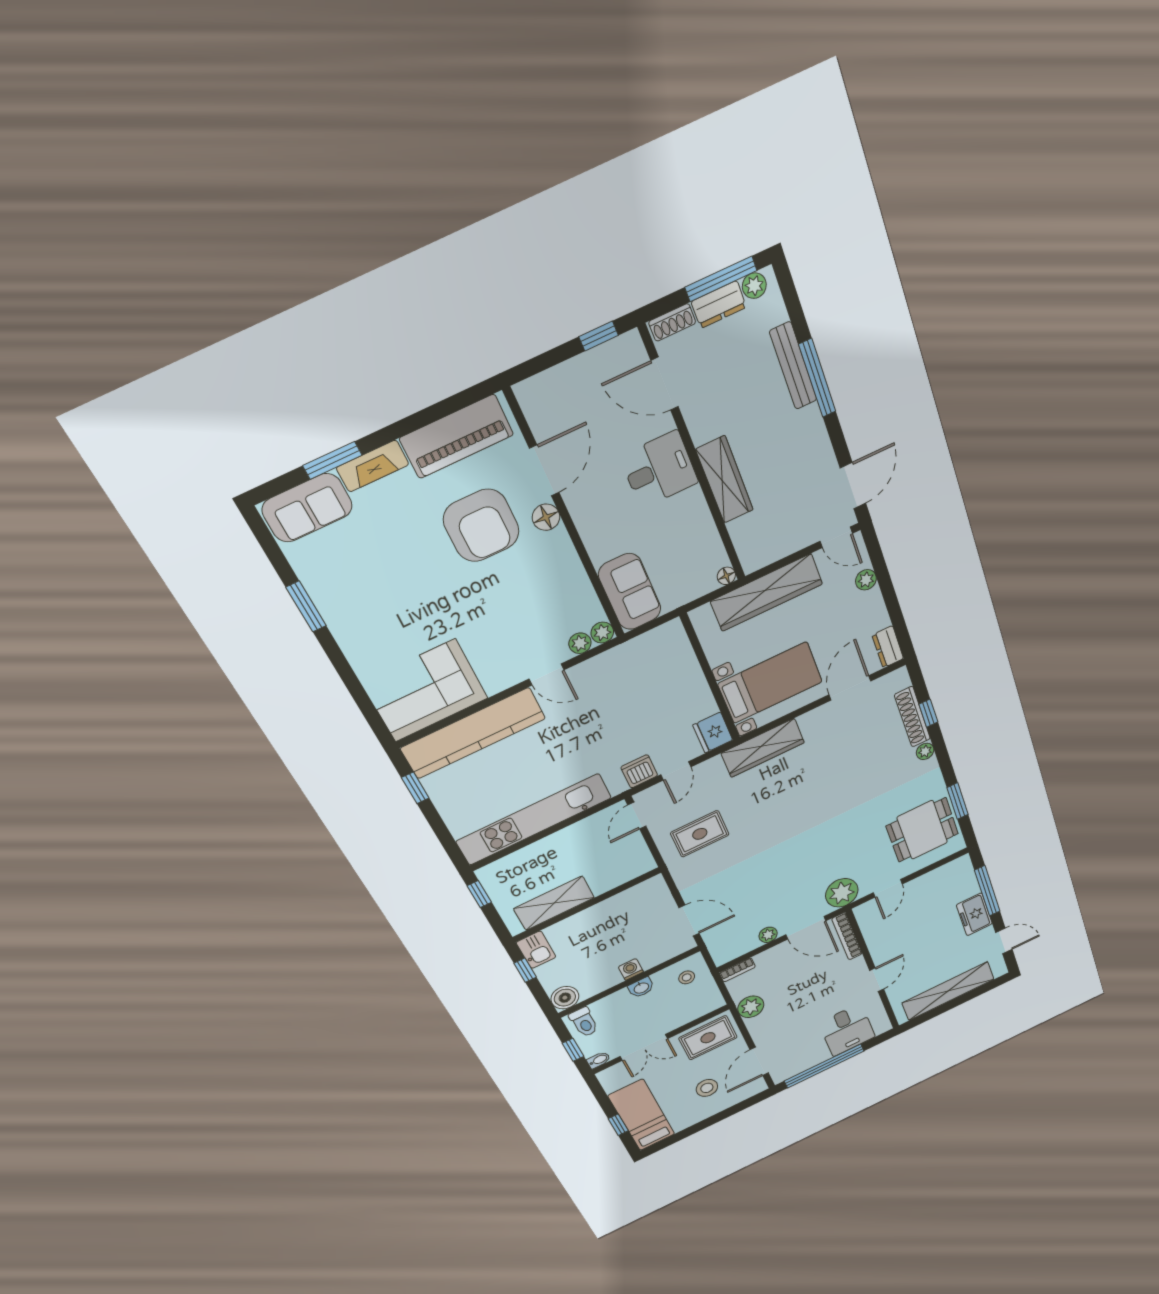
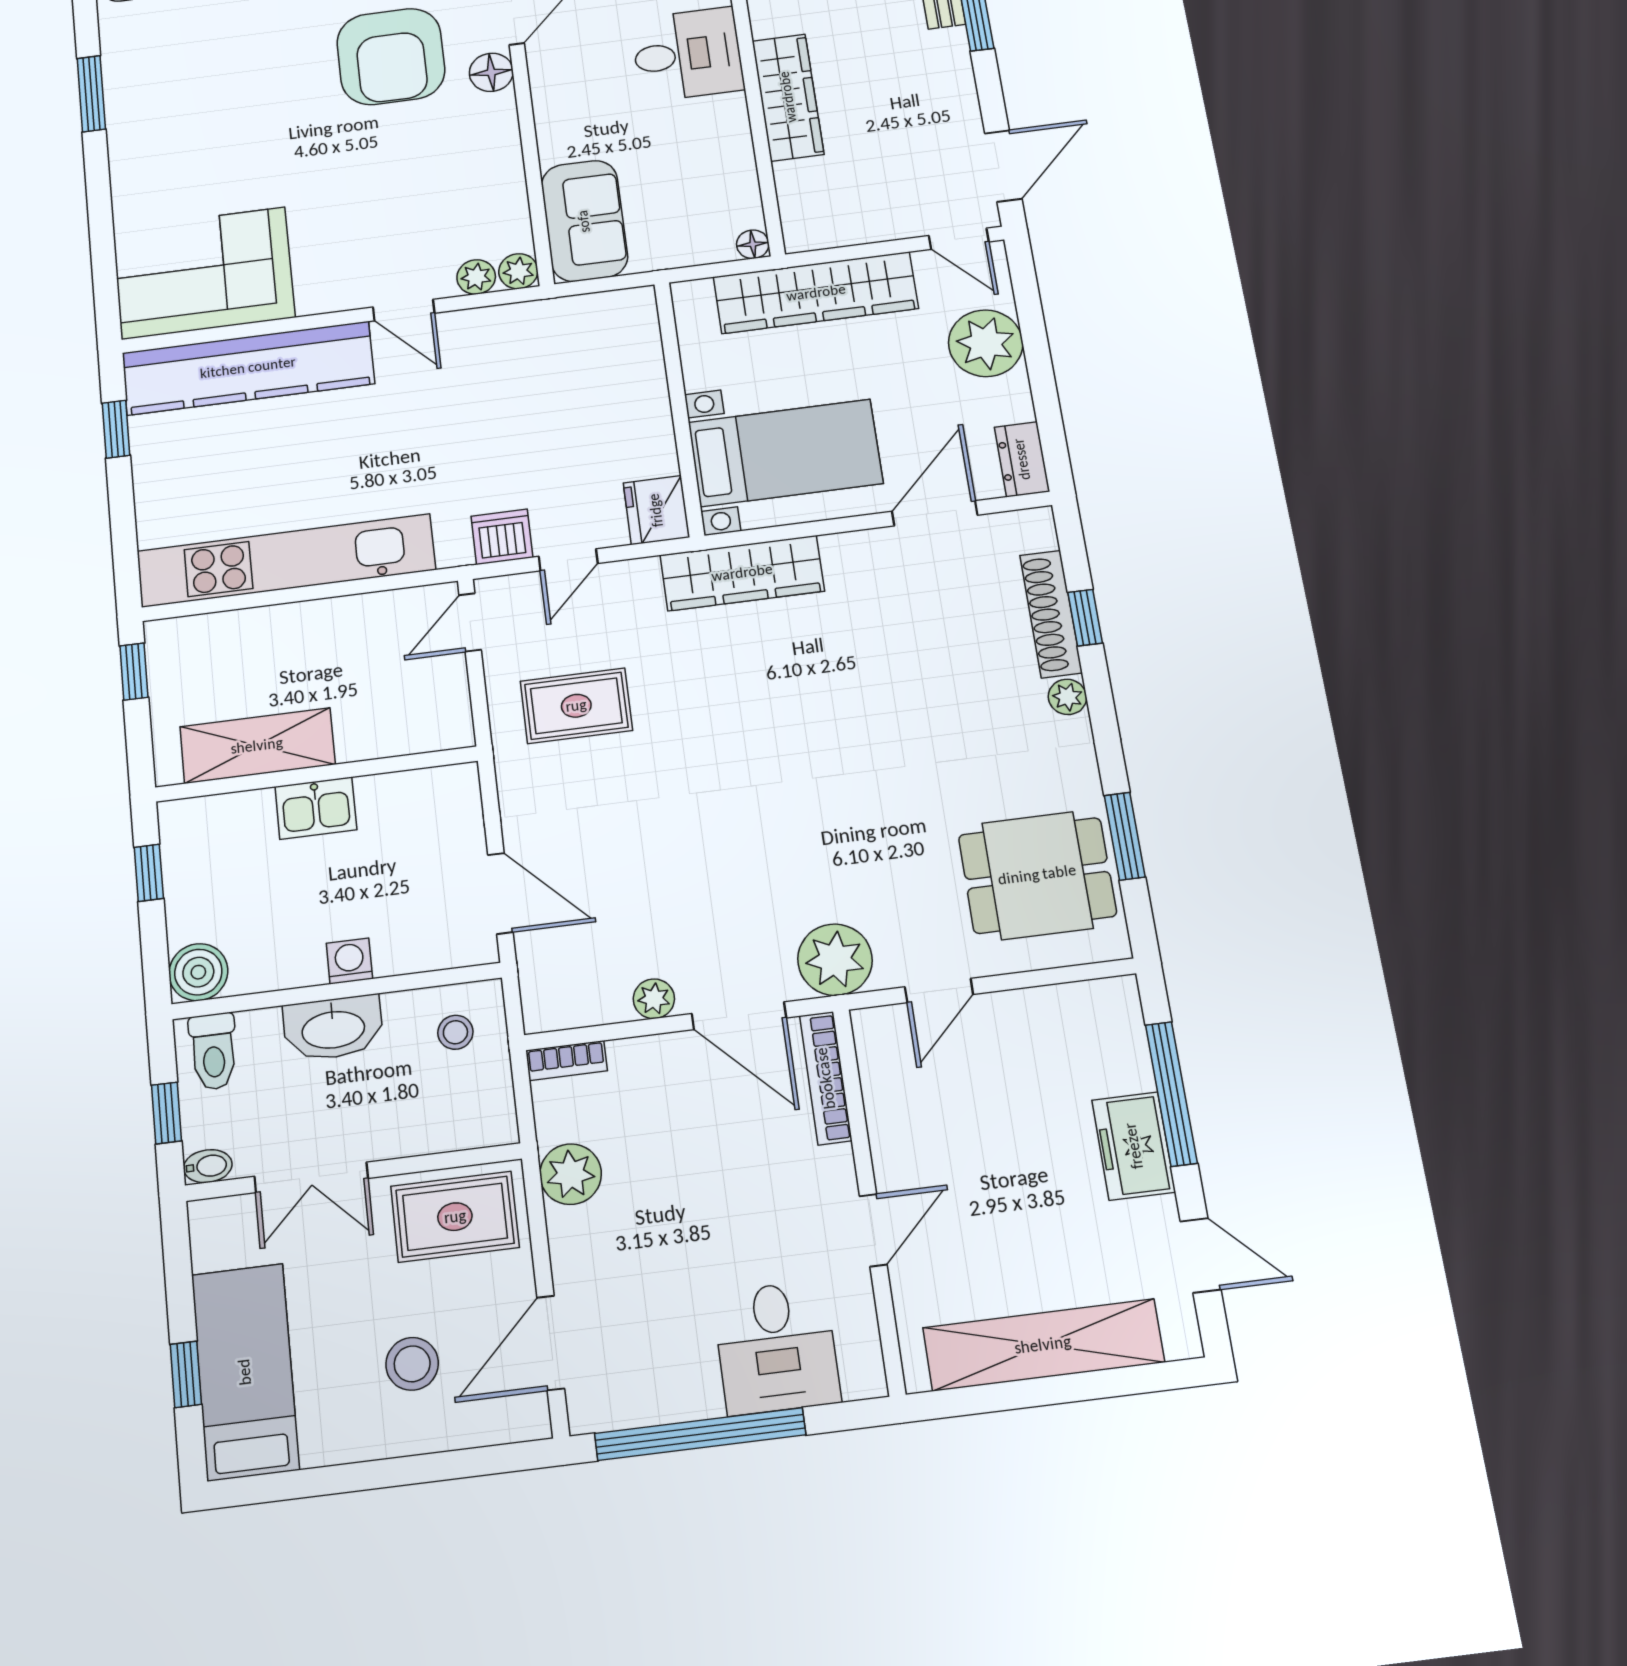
plant: (866, 580) -> (986, 343), width x1.88, depth x1.88
kitchen sink: (536, 950) -> (316, 808), moved, turned 90
washbasin: (641, 988) -> (333, 1028), width x1.91, depth x1.45

